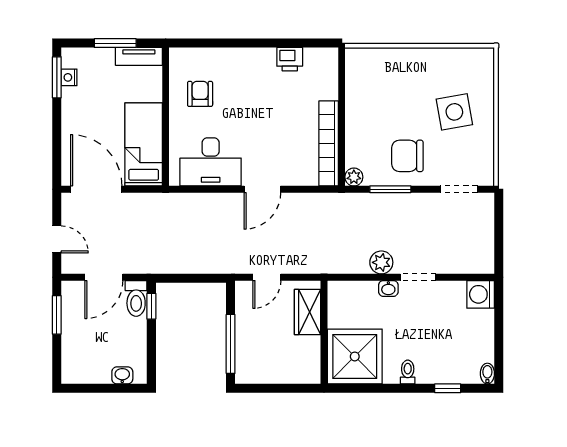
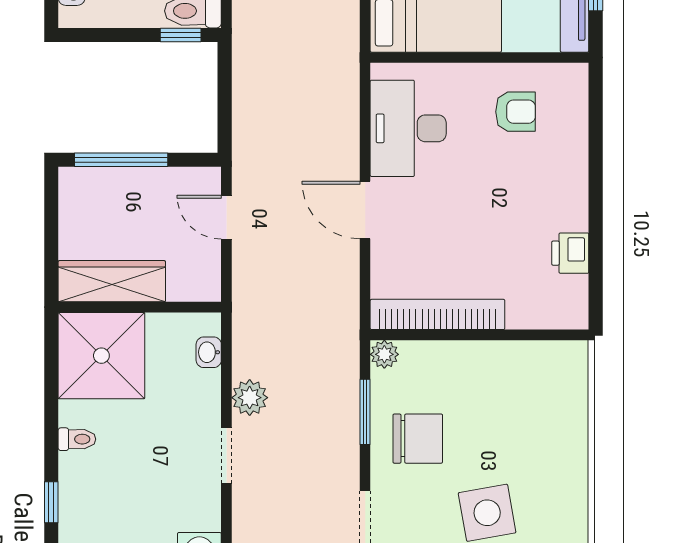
chair: (407, 156) -> (418, 439), turned 90
washbasin: (388, 288) -> (209, 352), moved
wardrobe: (308, 312) -> (112, 281), moved, width x1.50

